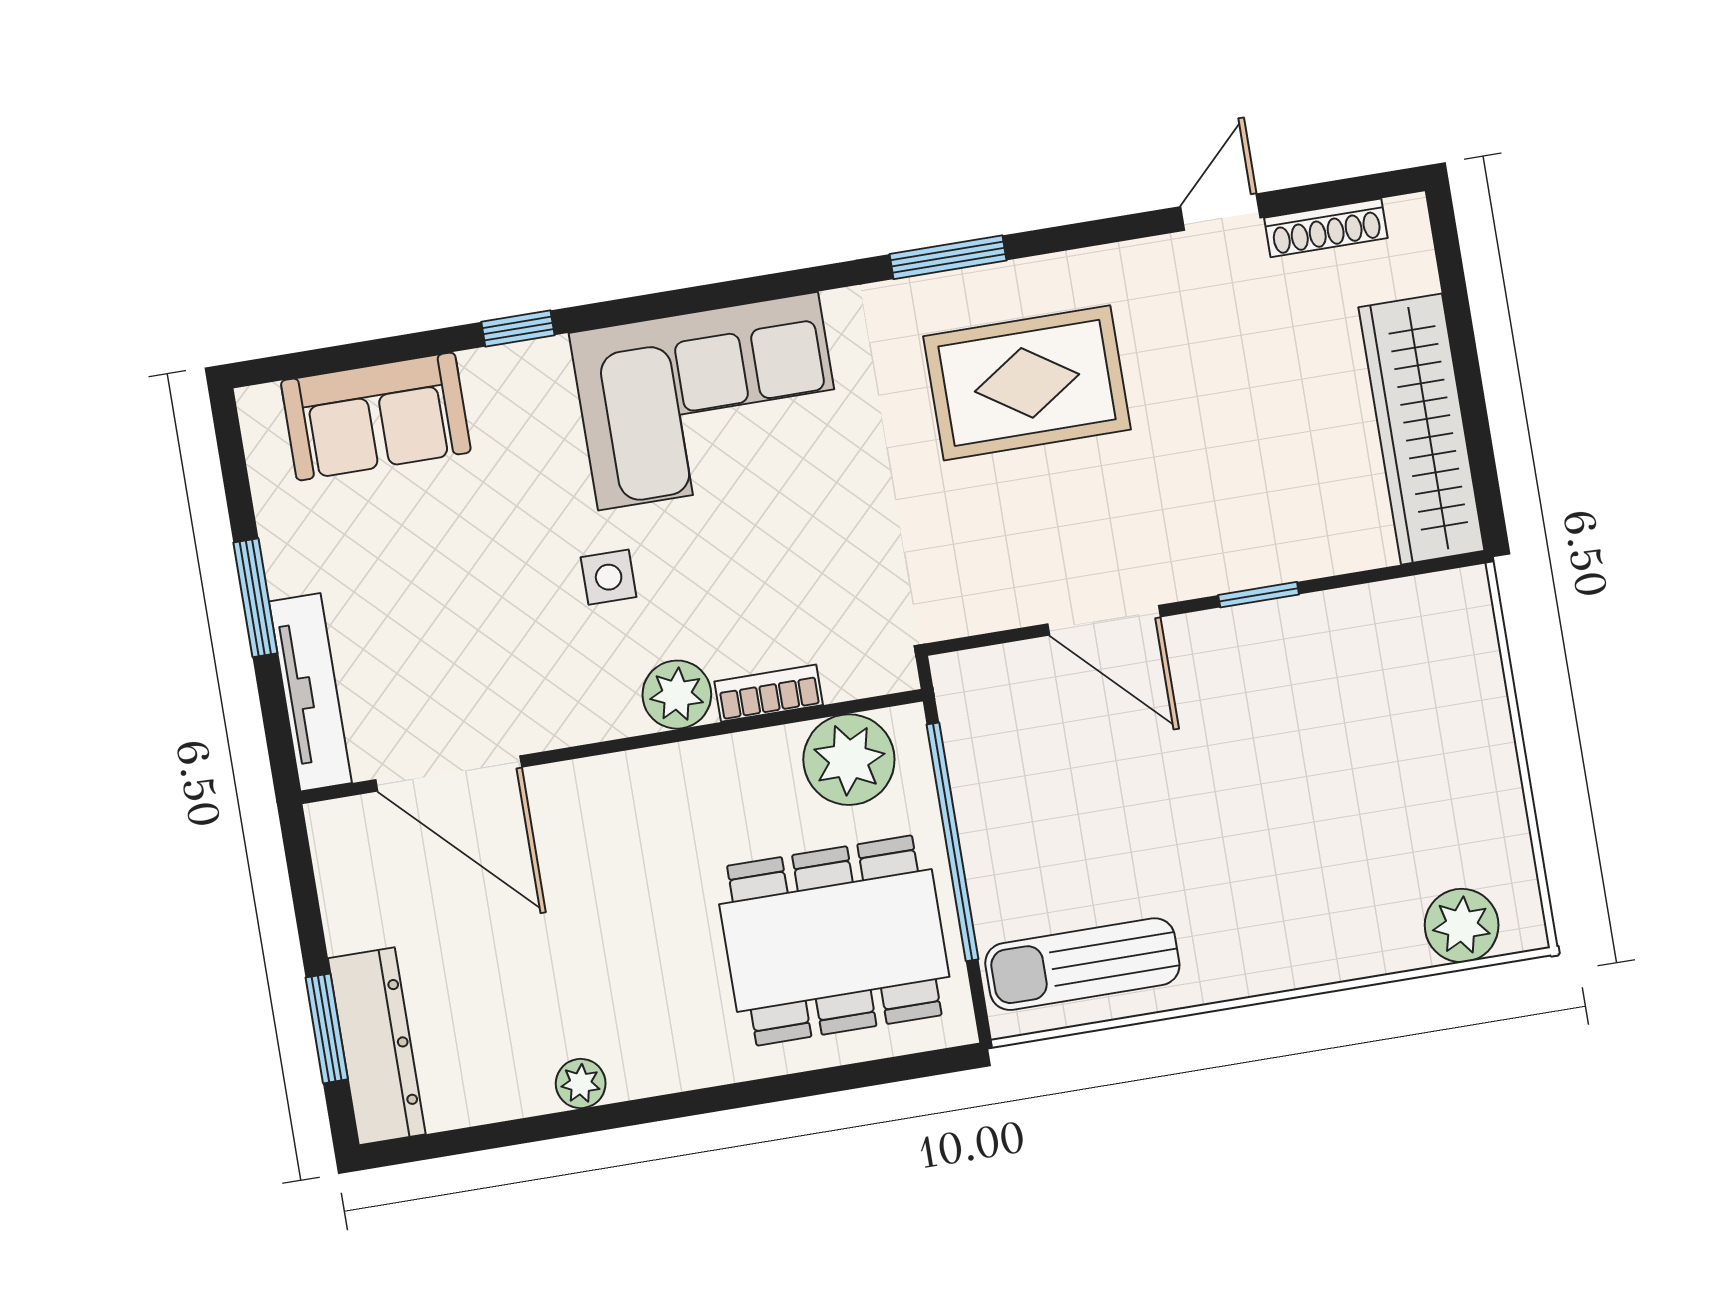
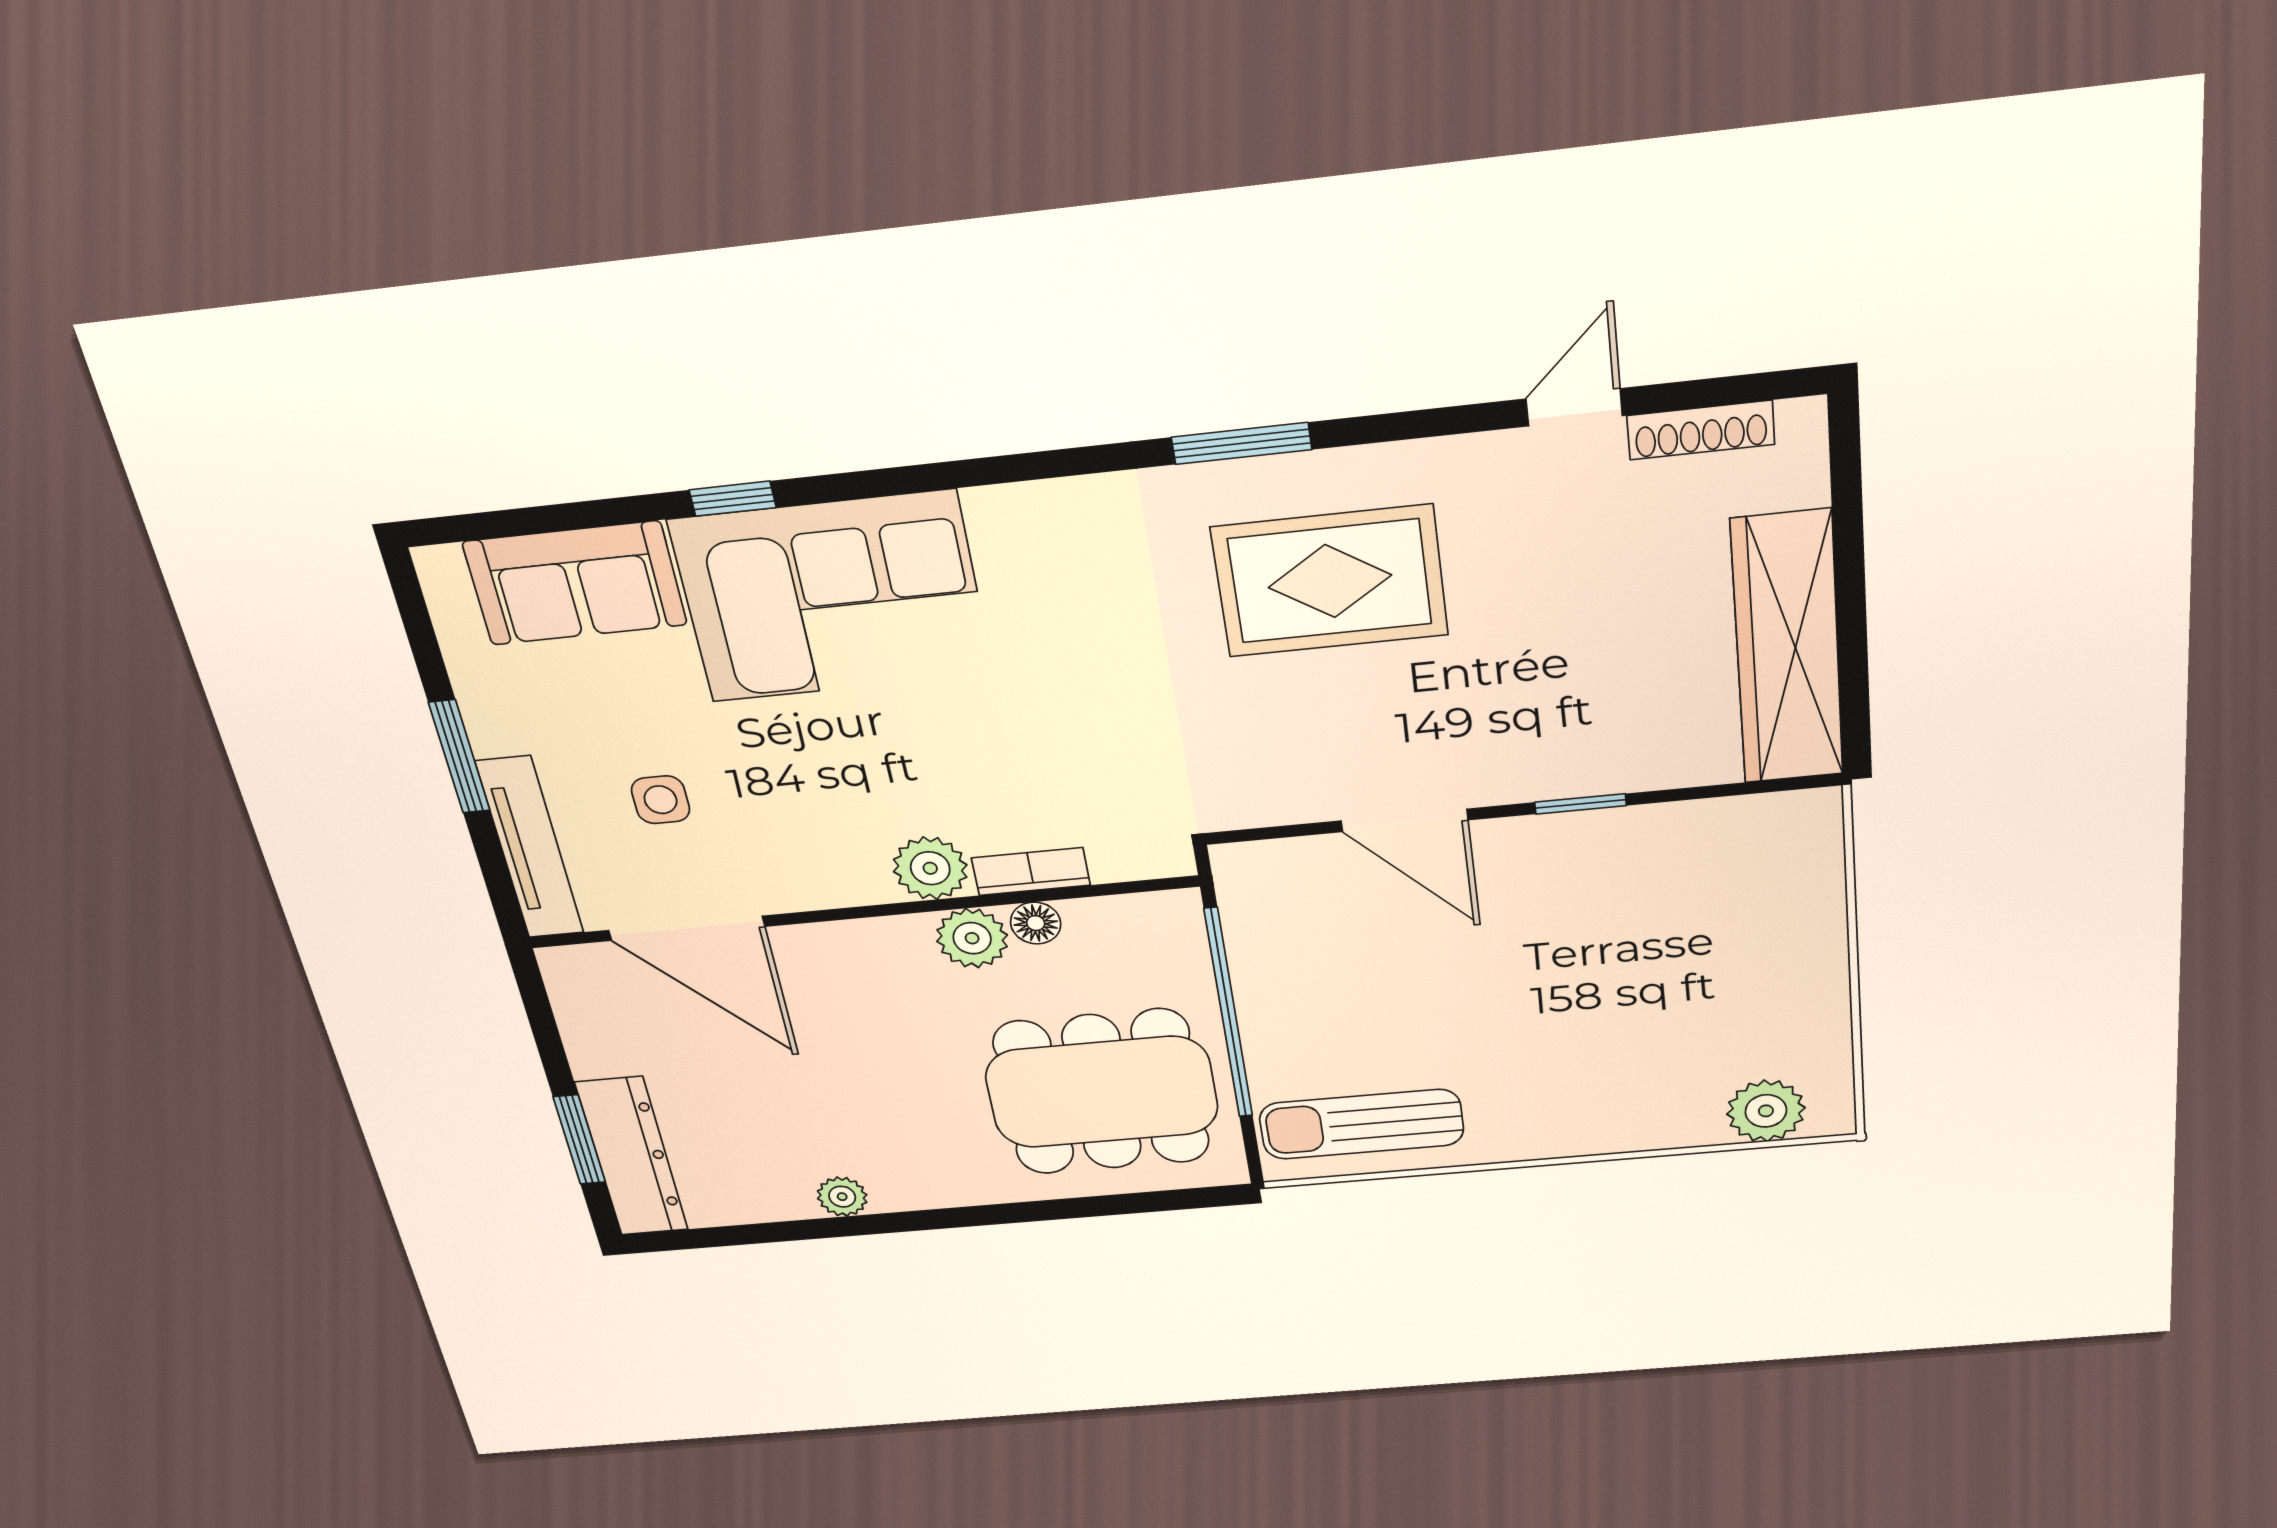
corner sofa: (708, 401) -> (832, 597), moved
side table: (609, 577) -> (661, 800), moved
floor lamp: (773, 750) -> (1036, 923), added
plant: (849, 760) -> (972, 938), moved, width x0.73, depth x0.73

